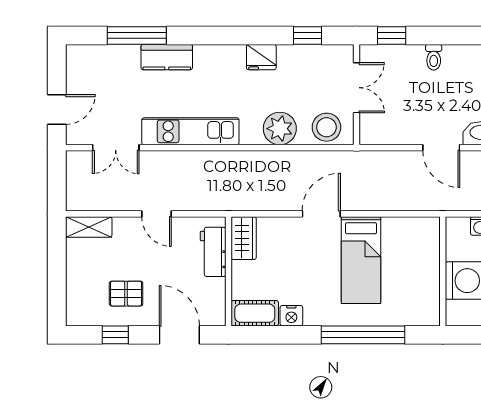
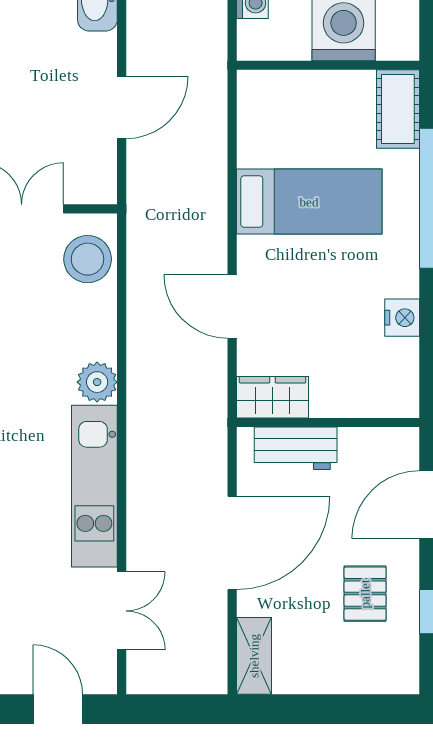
plant: (280, 129) -> (97, 382), moved, width x0.73, depth x0.73
door: (441, 148) -> (122, 108), moved
door: (157, 214) -> (232, 543), width x1.88
door: (321, 214) -> (232, 307), moved
cot: (255, 313) -> (398, 109), moved

